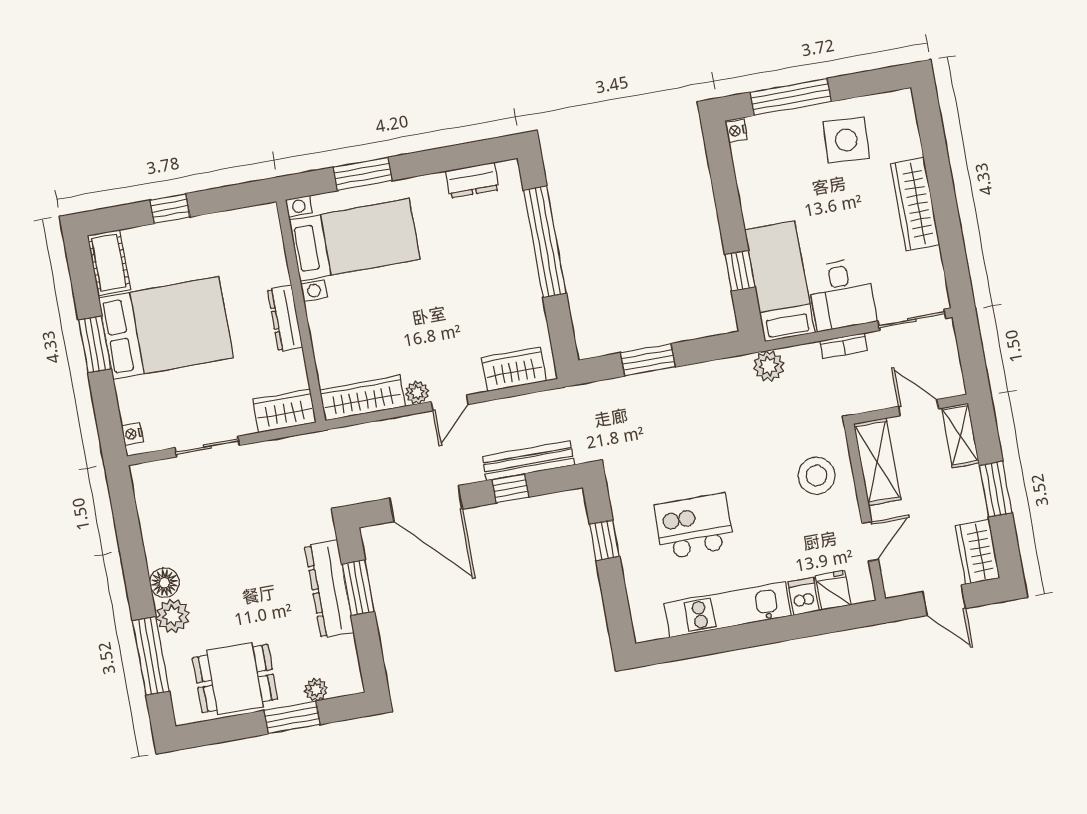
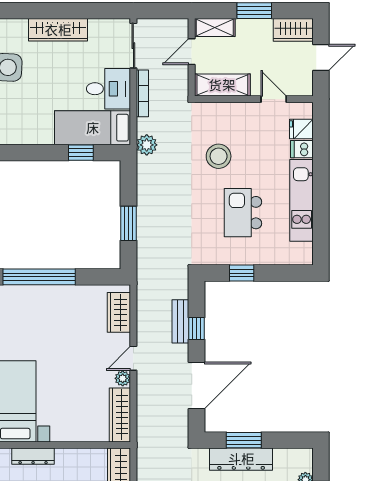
dresser: (285, 318) -> (33, 456), moved
bookcase: (844, 346) -> (142, 93), width x1.56
door: (450, 403) -> (133, 358), swing flipped
bench: (528, 461) -> (180, 321), width x0.73
stool: (816, 476) -> (219, 156), moved

